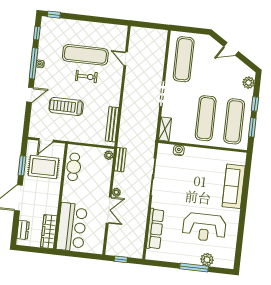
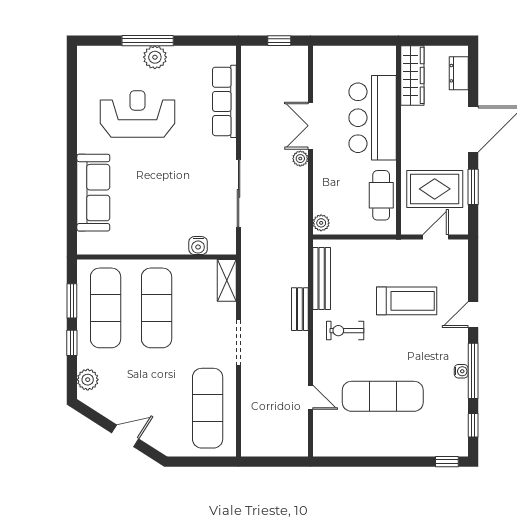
exercise bike: (86, 77) -> (345, 331), moved
bench: (120, 160) -> (300, 309), moved
bar counter: (72, 227) -> (373, 118), moved
plant: (207, 260) -> (155, 57), moved

